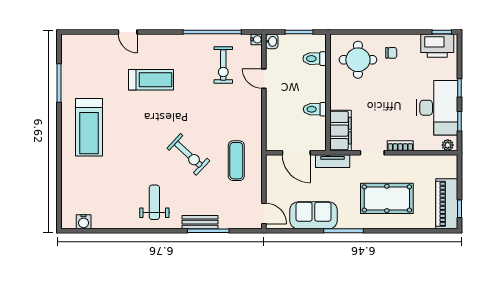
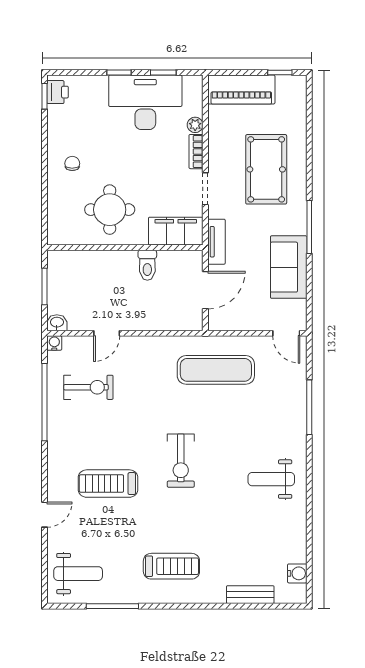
printer: (437, 46) -> (58, 92), width x0.53, depth x0.68
weight bench: (83, 57) -> (78, 574), added
toilet: (315, 59) -> (80, 266), removed
round table: (358, 60) -> (110, 210), moved
treadmill: (151, 80) -> (108, 484), turned -90
treadmill: (89, 127) -> (171, 566), width x0.73, depth x0.73
plant: (448, 145) -> (195, 125), moved
exercise bike: (188, 154) -> (181, 461), moved, turned 137
exercise mat: (236, 161) -> (216, 370), width x1.36, depth x1.45
piano: (447, 204) -> (241, 90), moved
door: (264, 214) -> (286, 333), swing flipped
bench: (200, 222) -> (250, 595), moved, turned 90

